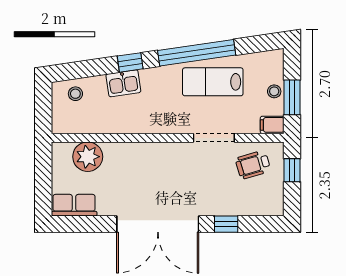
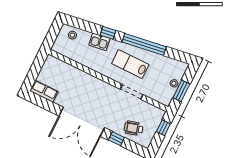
lab bench: (213, 82) -> (130, 64), moved
filing cabinet: (272, 125) -> (165, 100), removed
plant: (88, 157) -> (63, 70), removed
wheelchair: (253, 165) -> (134, 128), moved

